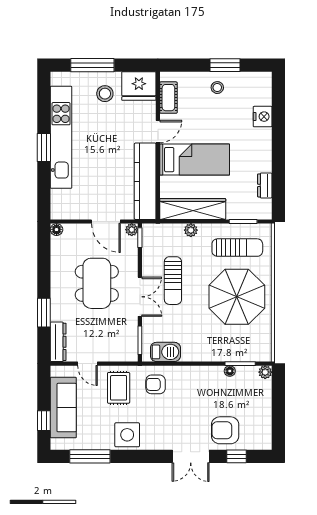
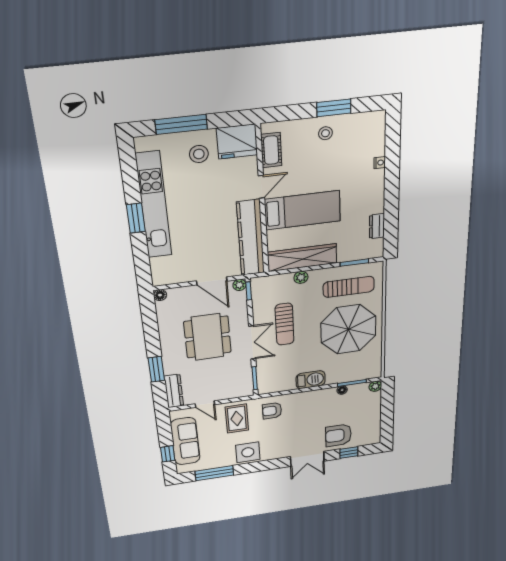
nightstand: (263, 117) -> (380, 163), width x0.53, depth x0.56
barbecue: (165, 352) -> (311, 380), moved

